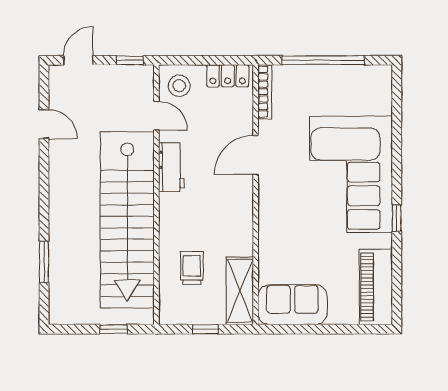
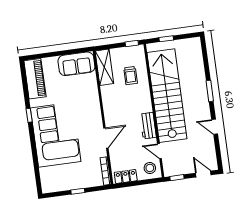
door: (78, 60) -> (203, 174), swing flipped
window: (323, 60) -> (78, 191), width x0.32
door: (44, 124) -> (215, 127), moved
window: (44, 262) -> (210, 91), moved
window: (205, 329) -> (132, 44), moved

